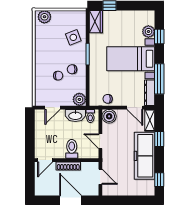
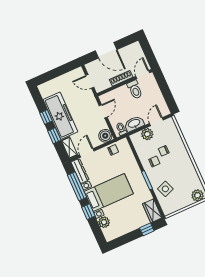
window: (159, 36) -> (88, 212), moved
plant: (79, 99) -> (147, 134), moved
door: (135, 108) -> (87, 153), hinge flipped
door: (100, 141) -> (103, 111), hinge flipped
toilet: (72, 149) -> (135, 90), moved
window: (159, 180) -> (46, 117), moved

